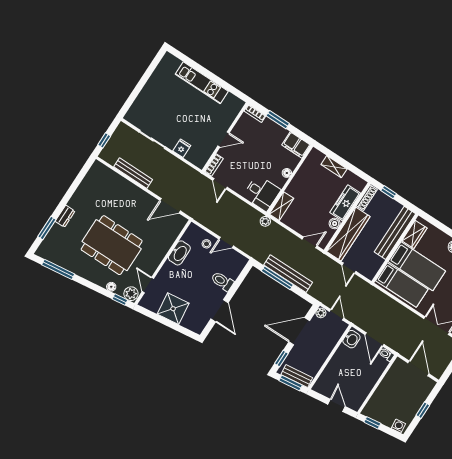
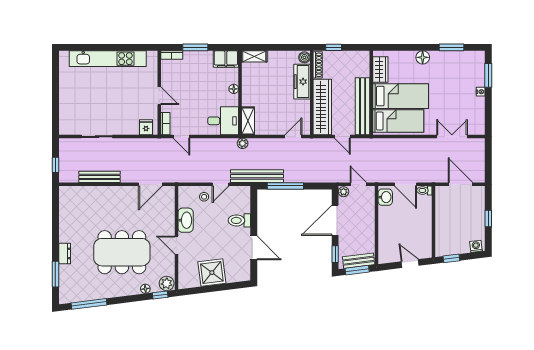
kitchen unit: (202, 83) -> (108, 59), width x1.36
door: (224, 139) -> (159, 96), hinge flipped
fridge: (182, 148) -> (146, 127), moved
shelving: (334, 167) -> (254, 56), moved
boiler: (335, 224) -> (304, 57), moved
bench: (395, 233) -> (363, 106), moved
bench: (288, 274) -> (257, 176), moved
door: (148, 285) -> (176, 245), moved

